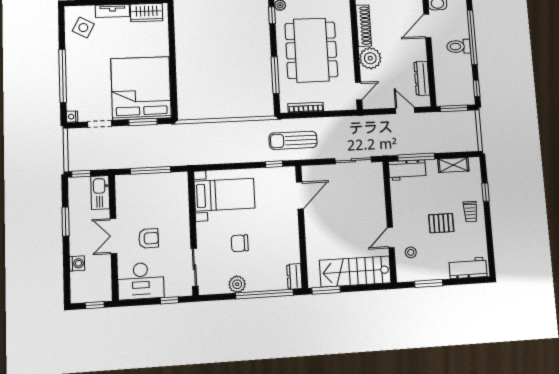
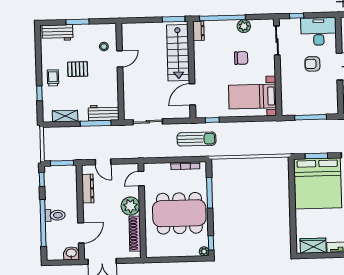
dining table: (311, 50) -> (179, 213), turned 90
stairs: (355, 271) -> (178, 53), moved, turned 90
window: (429, 283) -> (78, 22), moved

